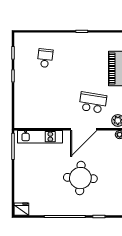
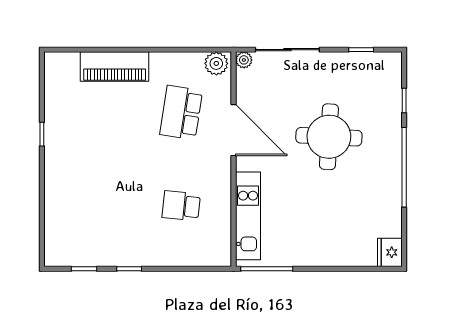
school desk: (45, 58) -> (181, 206), moved

